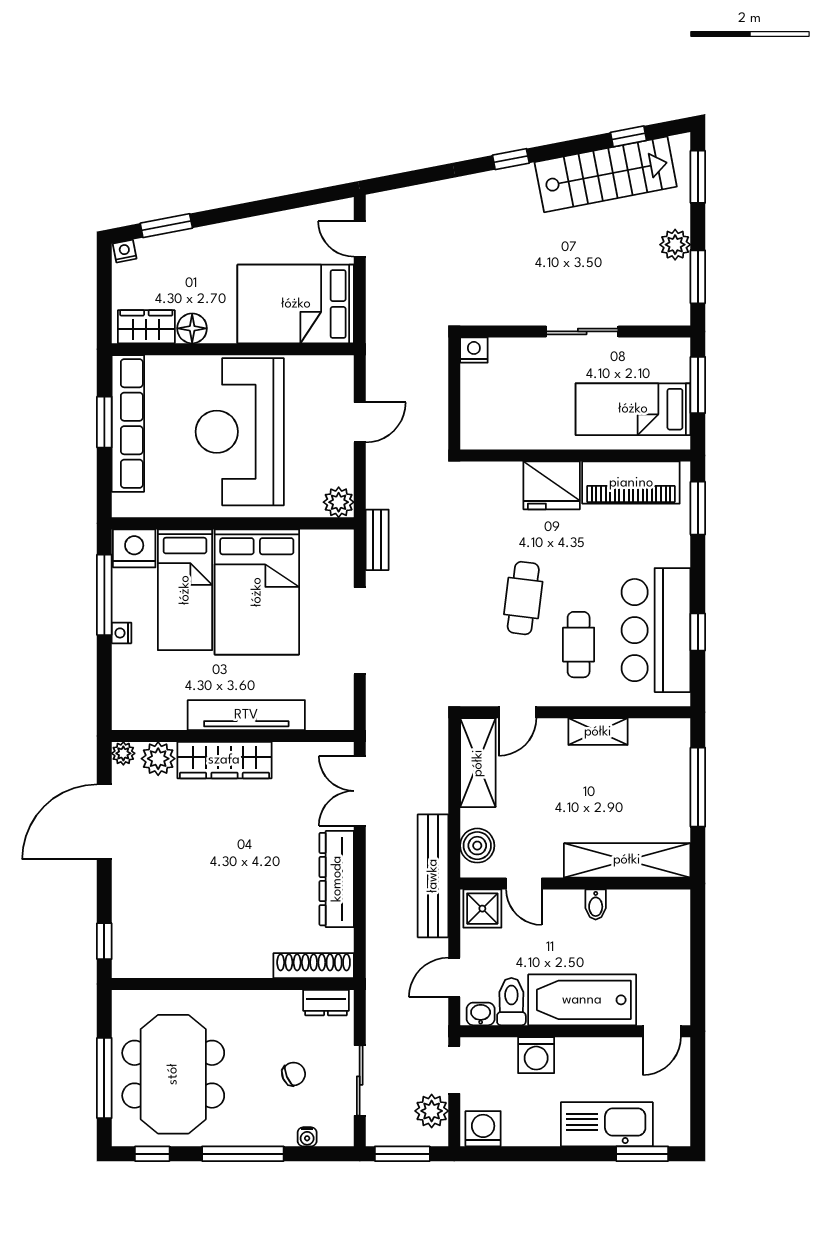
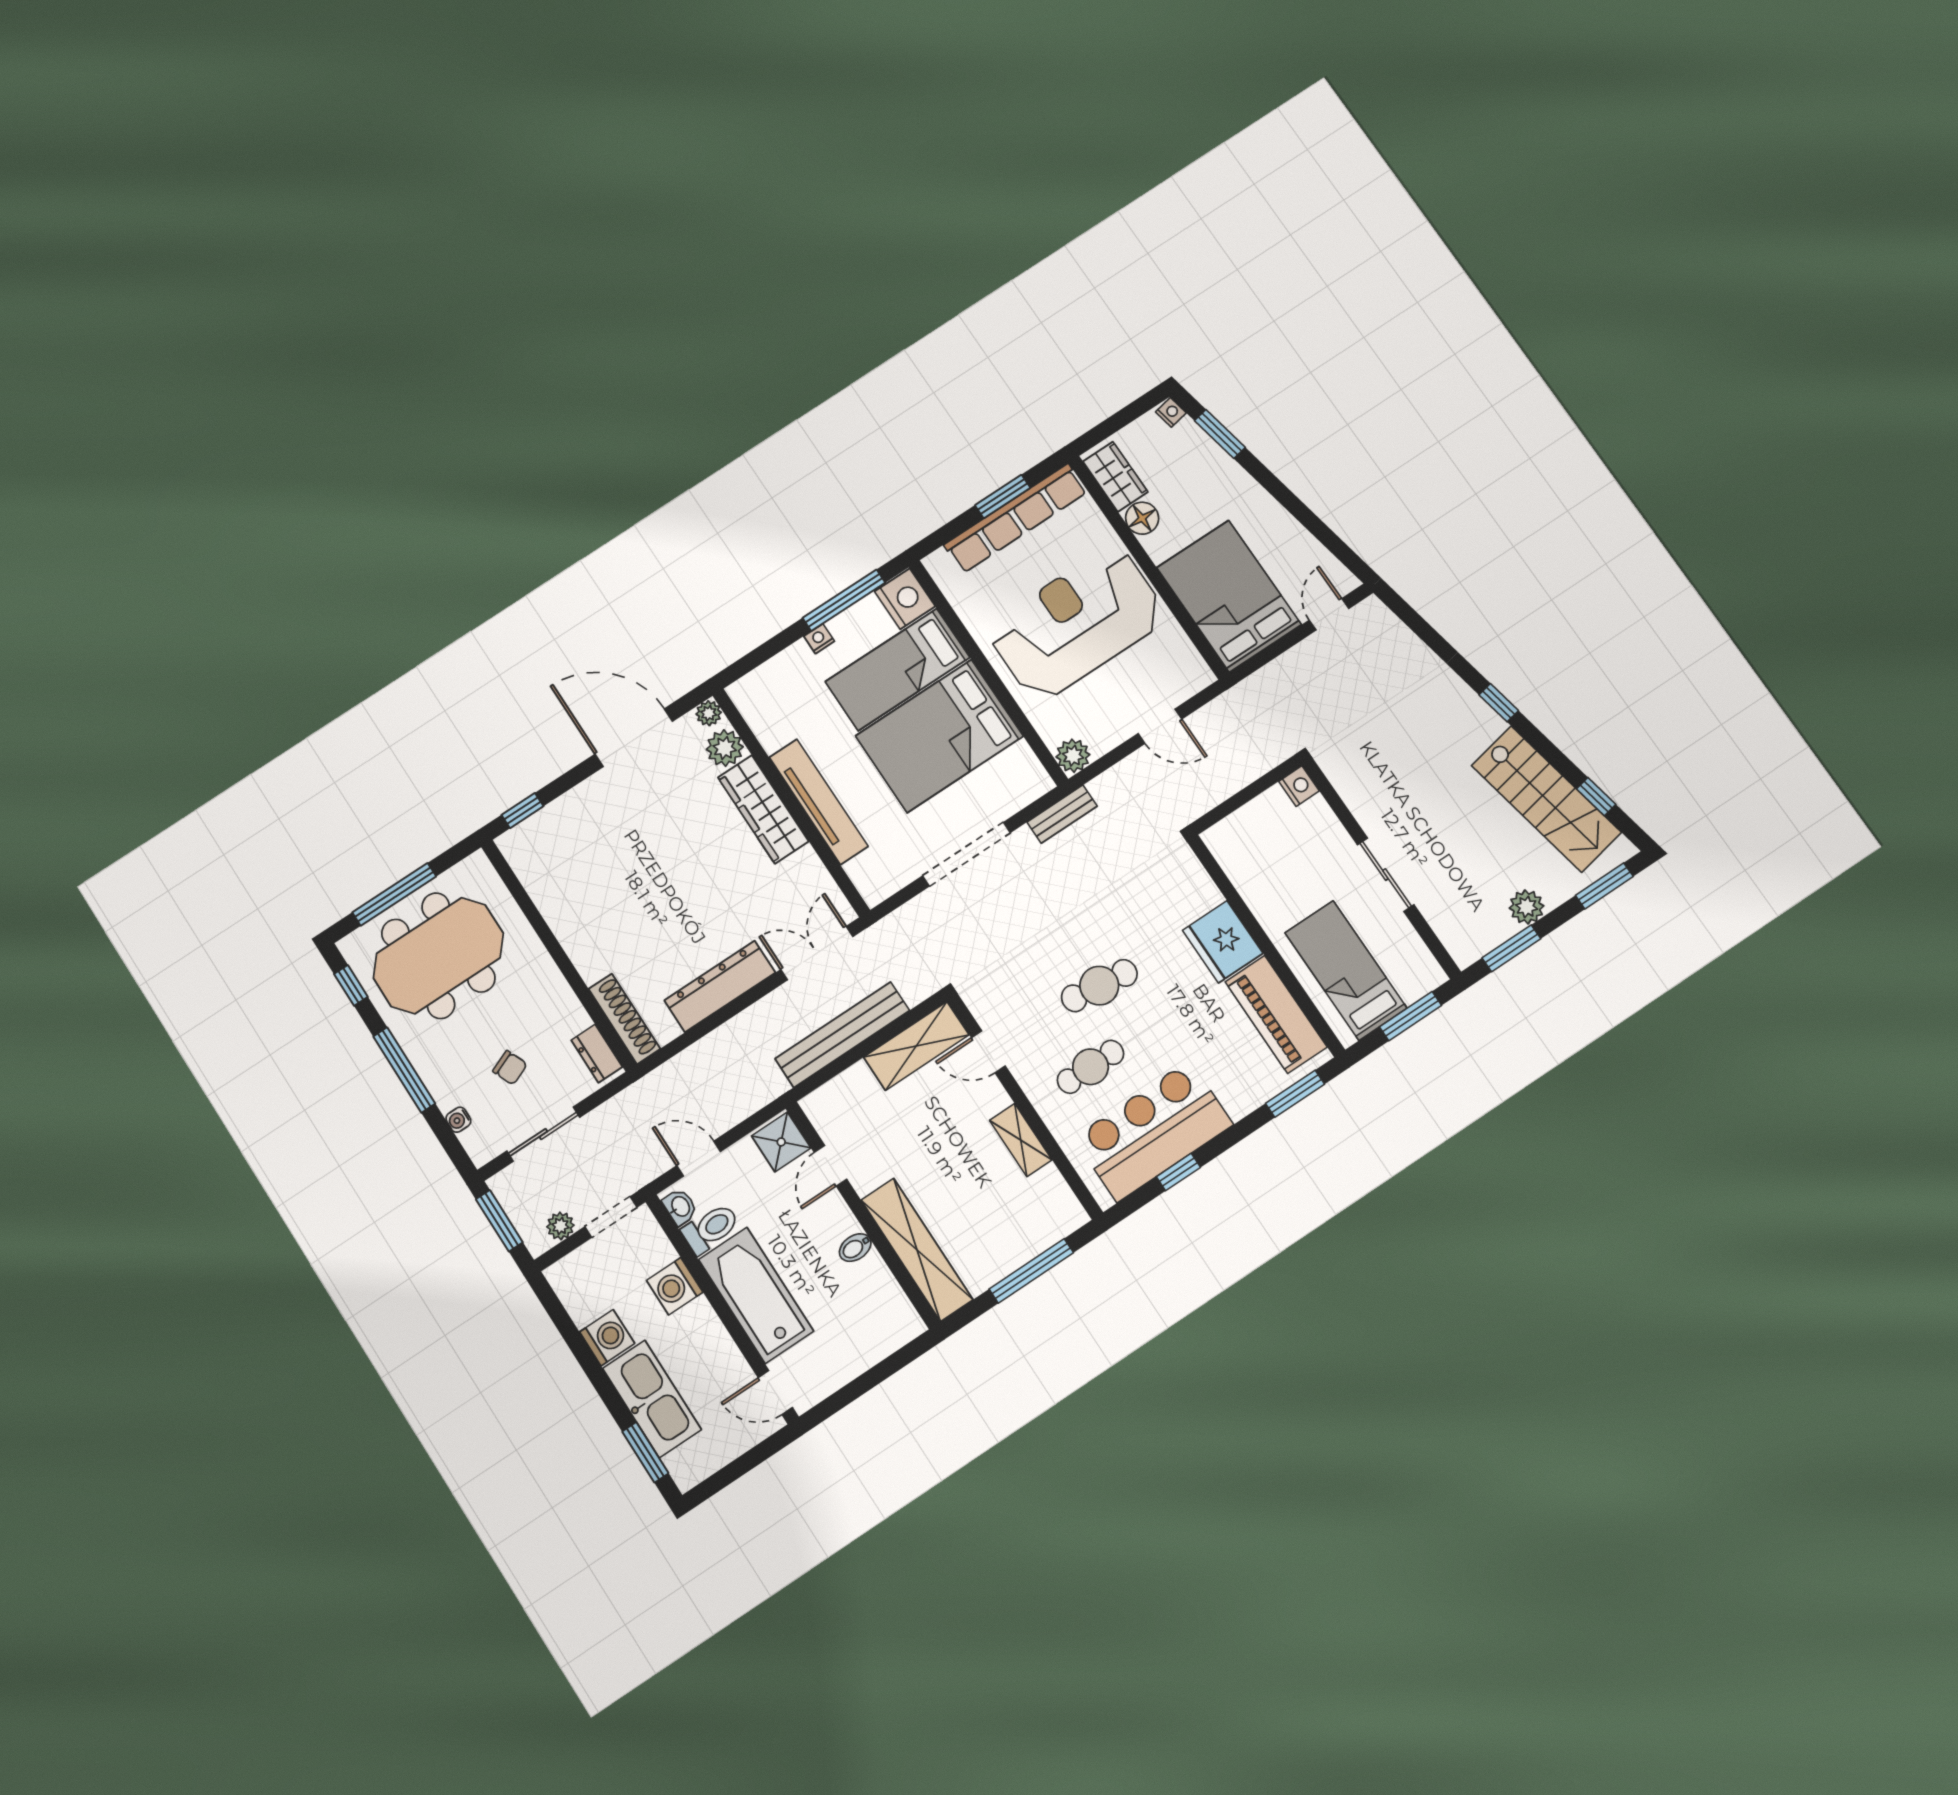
boiler: (477, 846) -> (838, 1097), removed
bench: (433, 876) -> (842, 1035), moved
plant: (432, 1111) -> (560, 1226), width x0.73, depth x0.73
washing machine: (483, 1129) -> (607, 1338), moved

